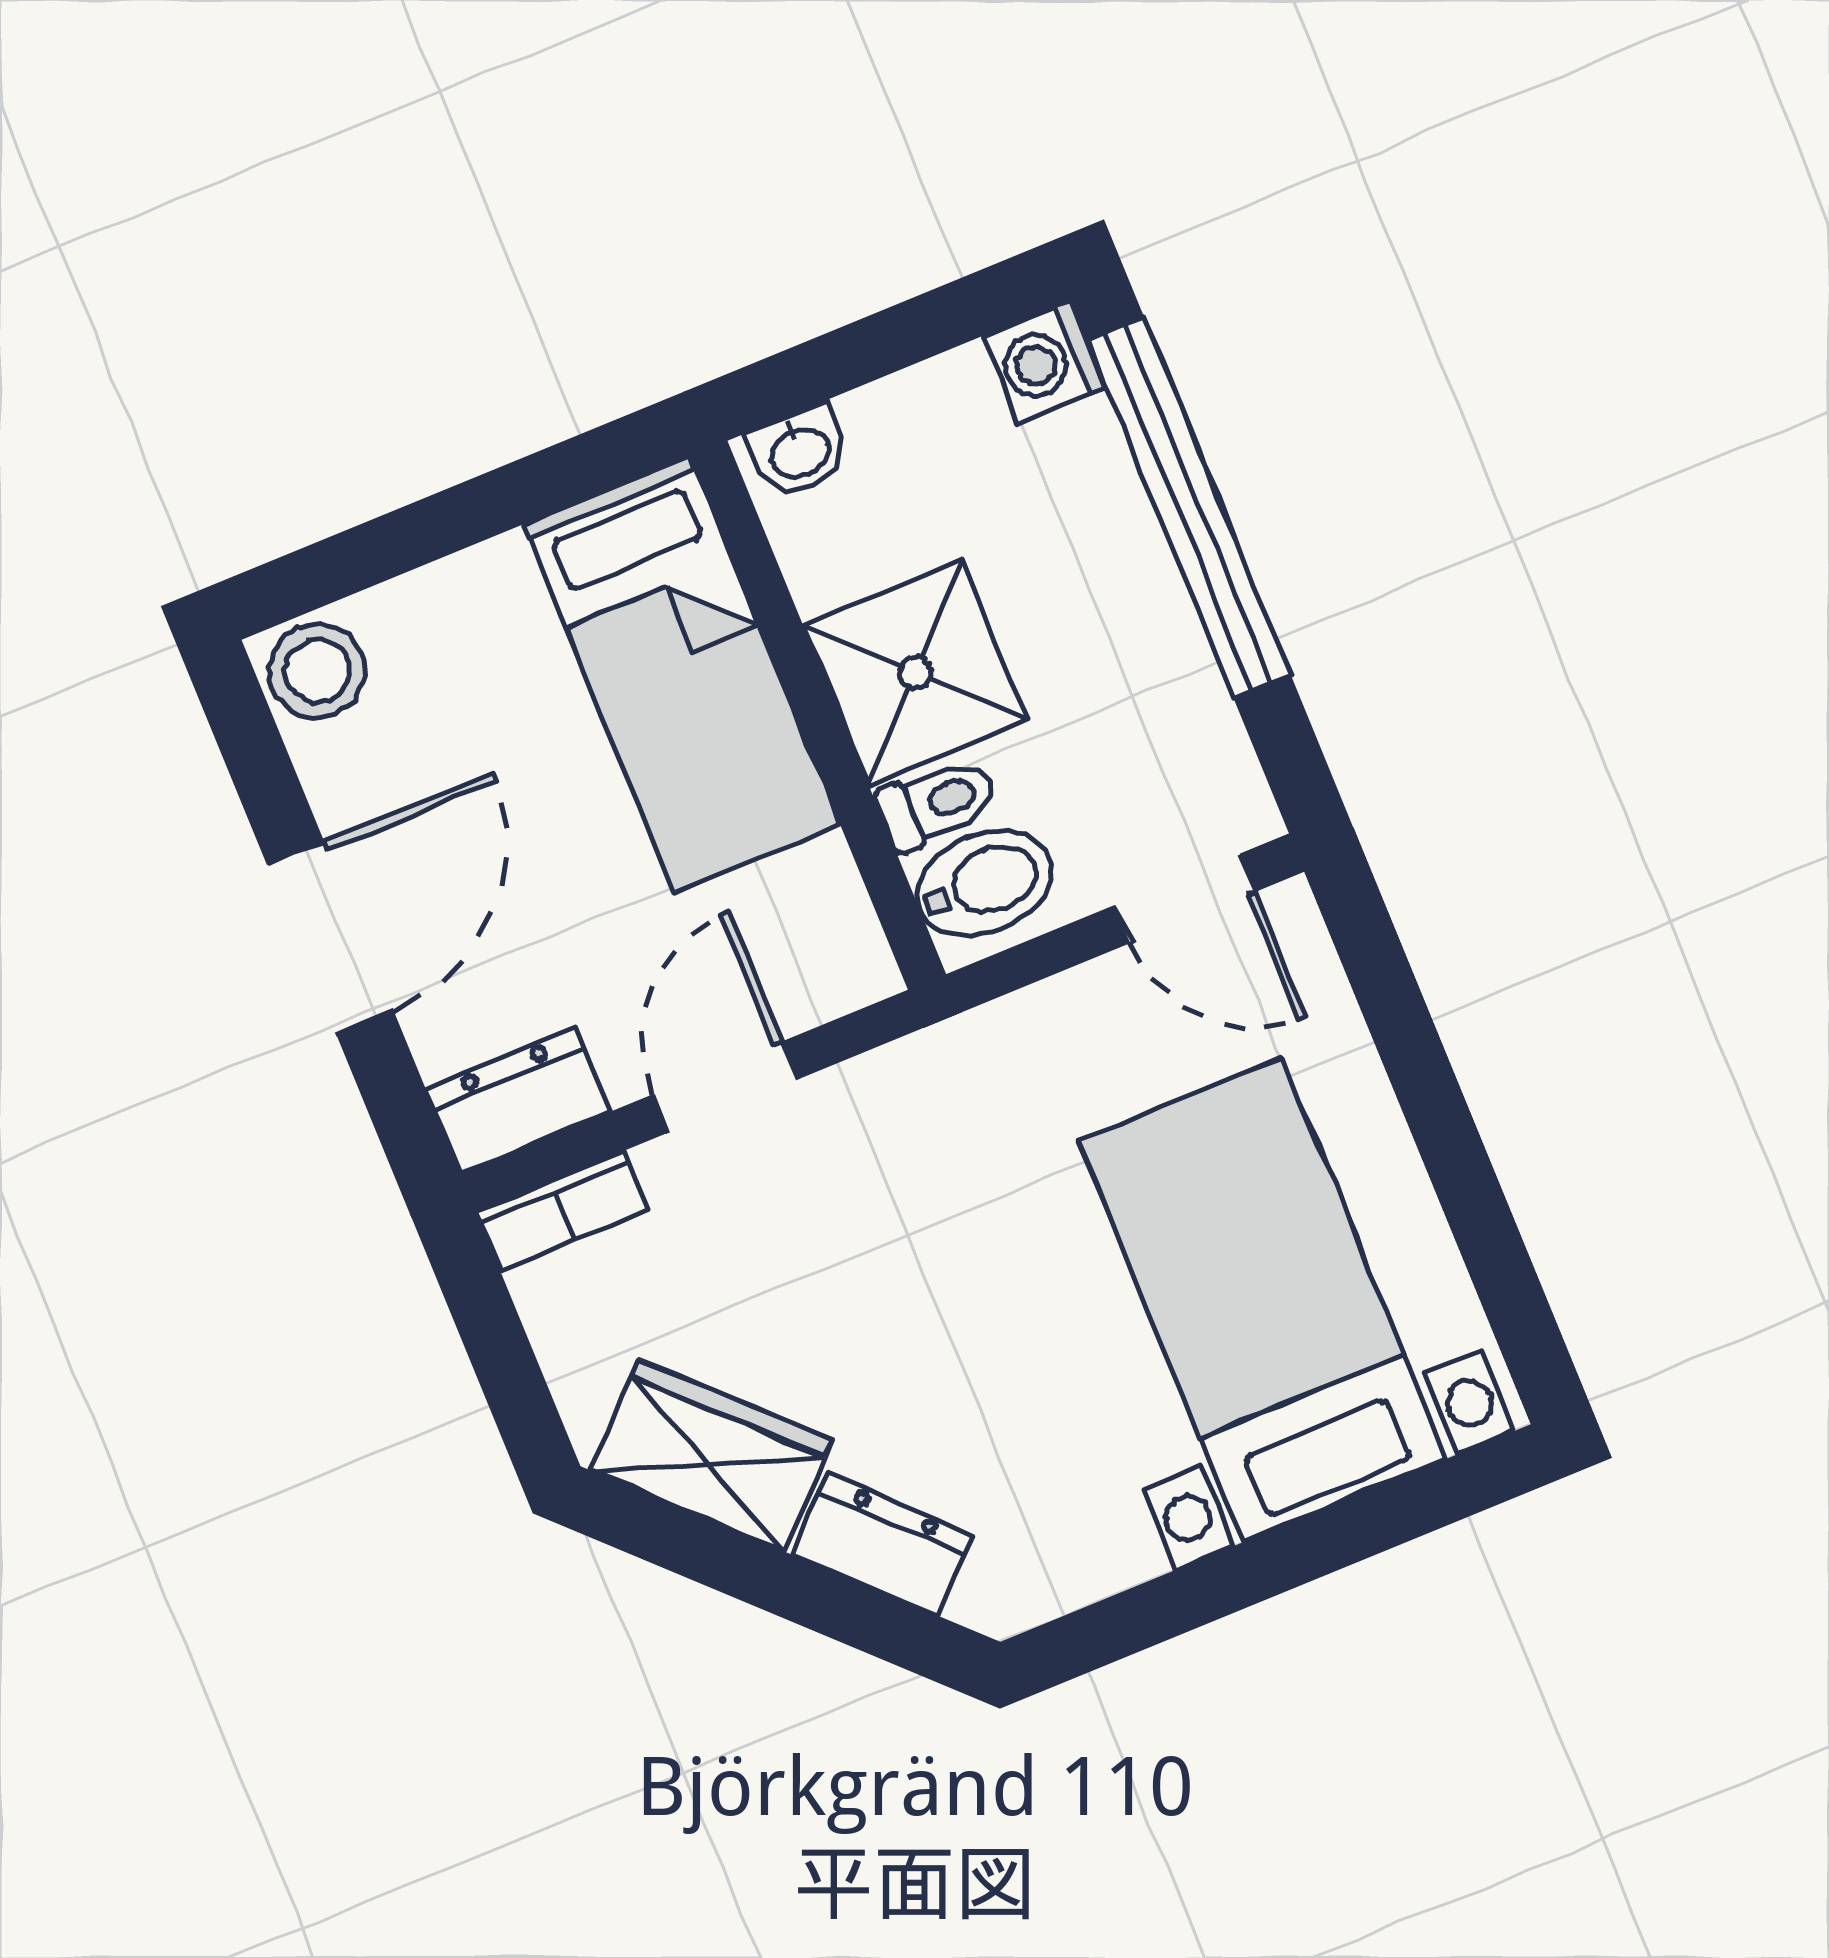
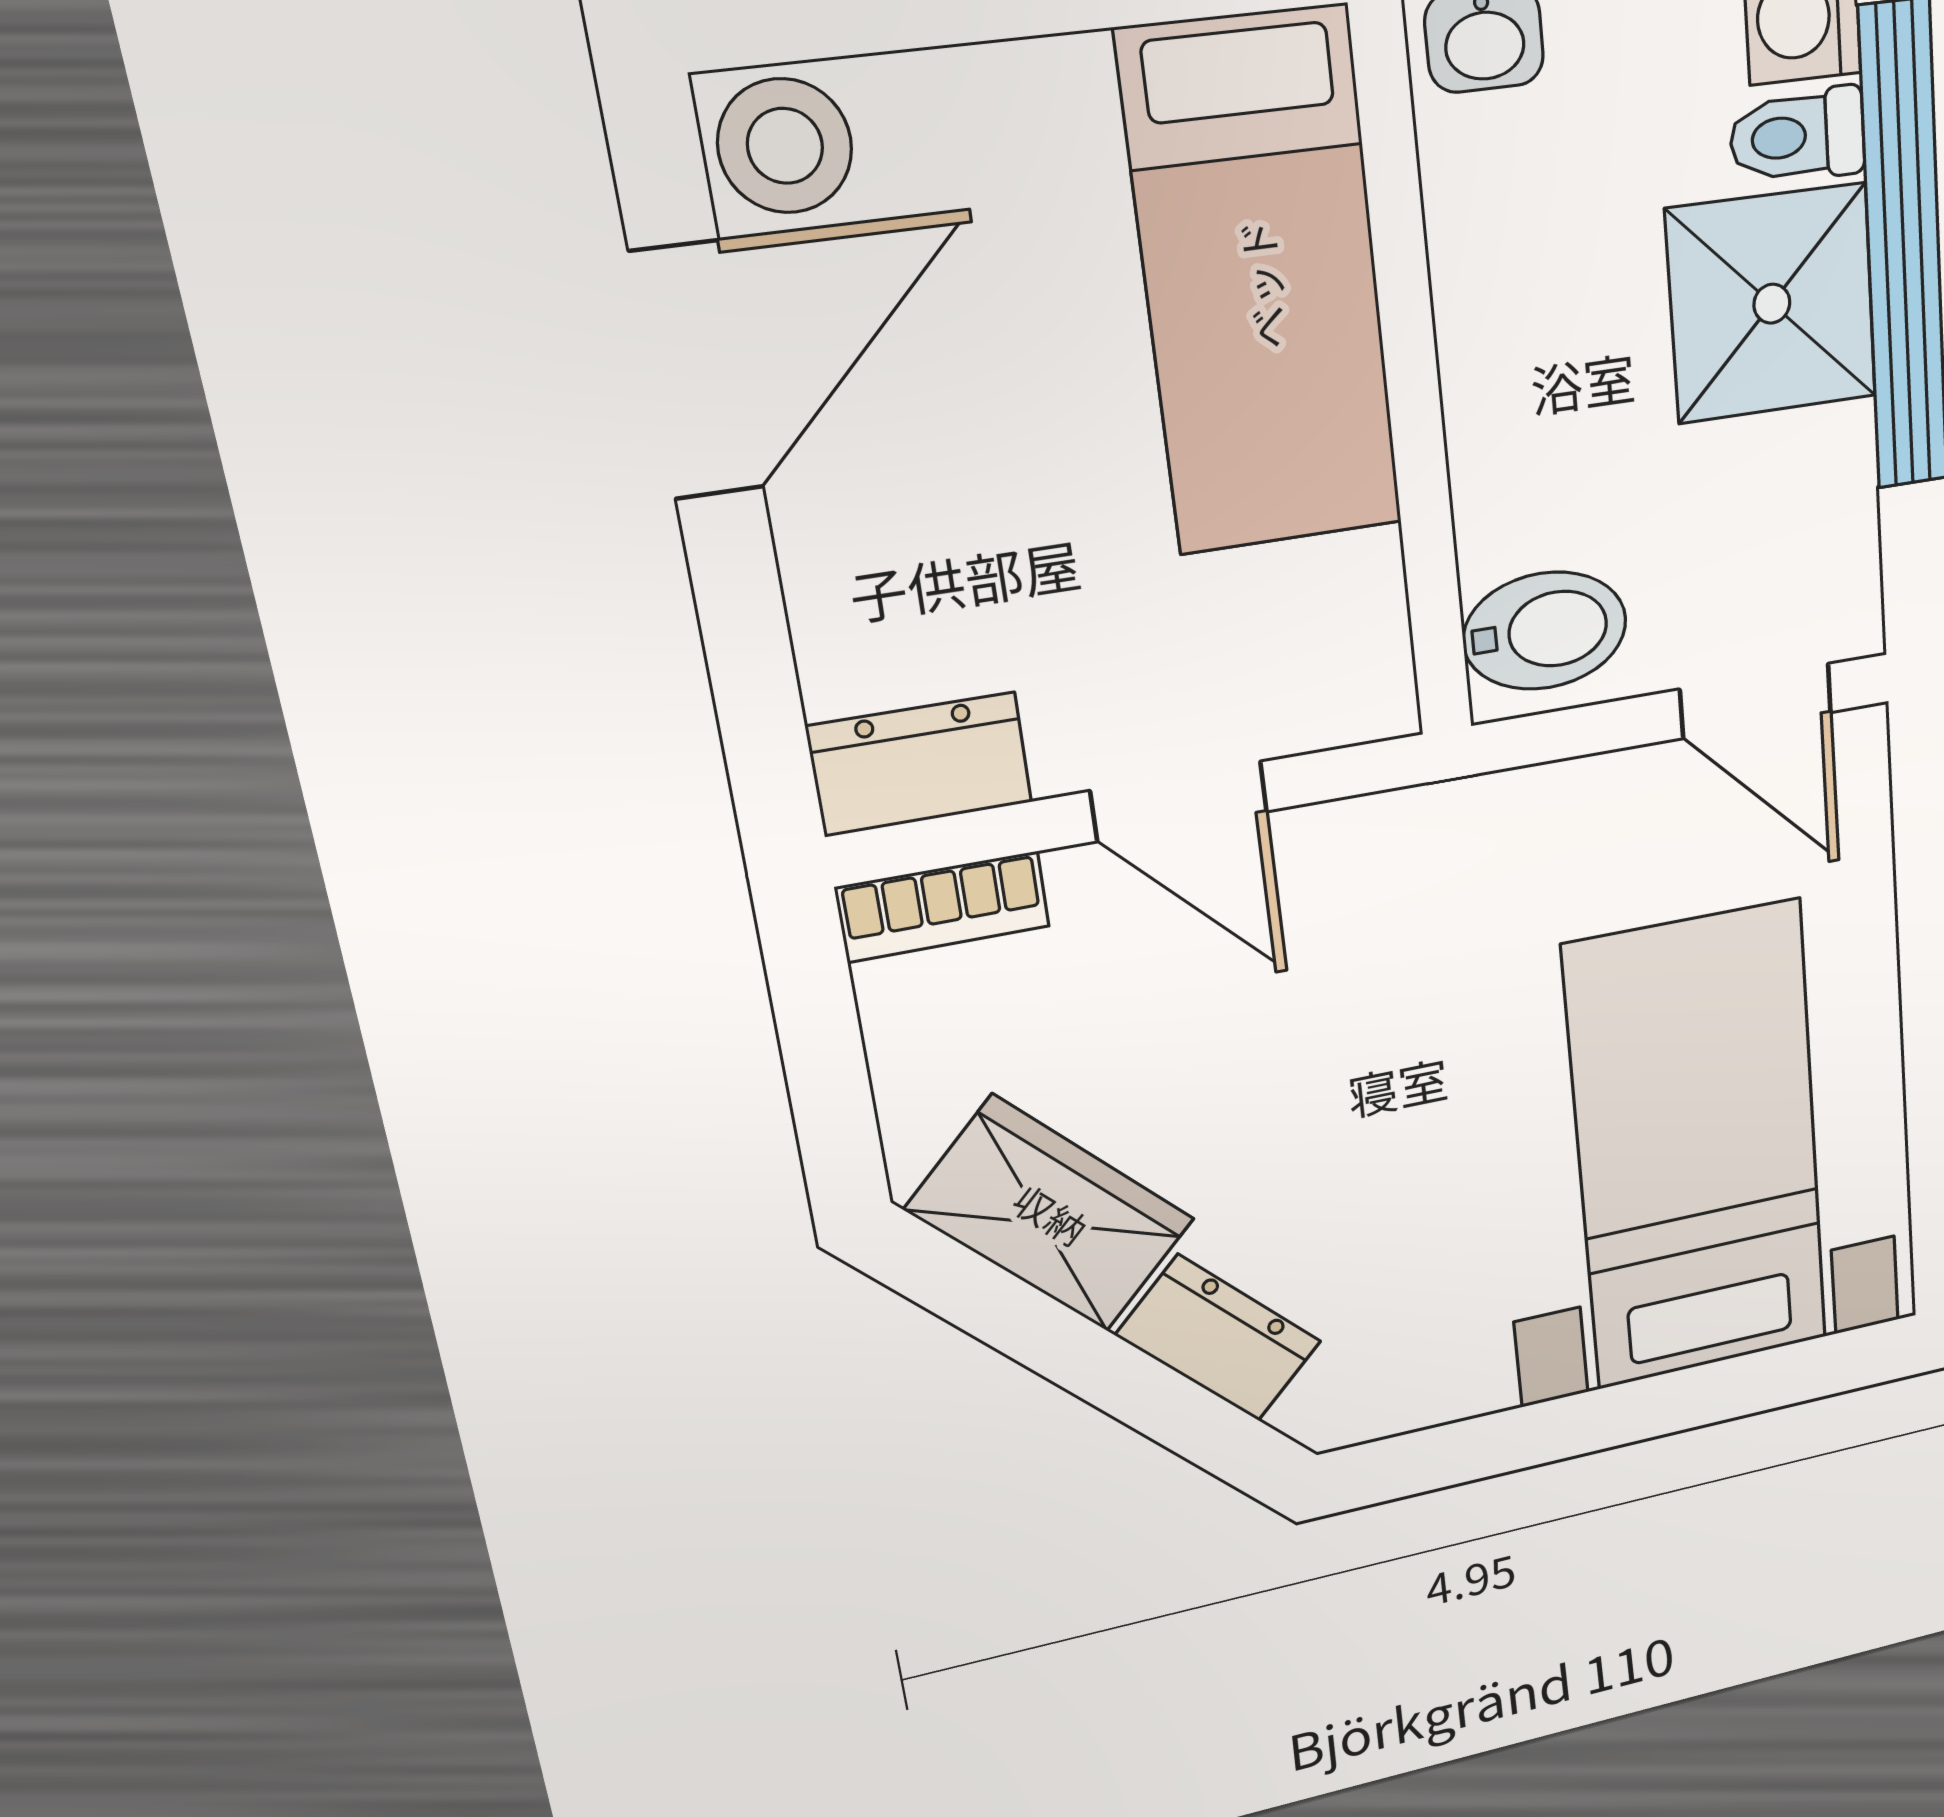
shower: (916, 672) -> (1772, 304), moved
toilet: (937, 803) -> (1797, 136), moved, turned 180
door: (330, 938) -> (697, 371), moved
door: (725, 1087) -> (1179, 801), swing flipped

